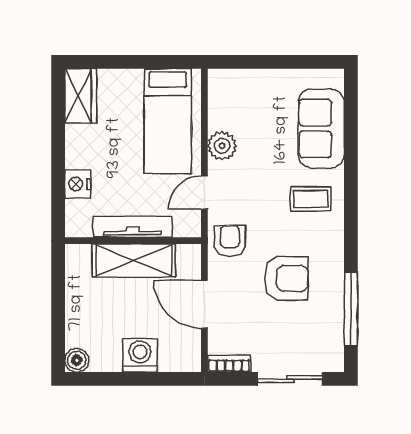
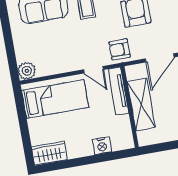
plant: (222, 146) -> (27, 71), moved
tv unit: (133, 227) -> (118, 91), moved

